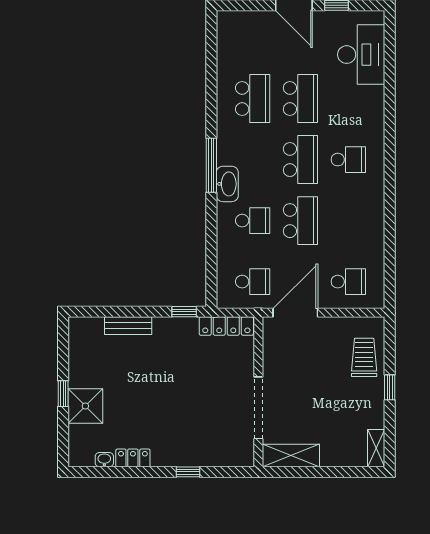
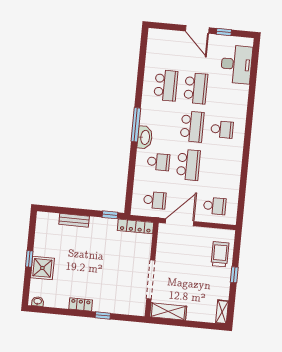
locker: (133, 458) -> (81, 304), moved
washbasin: (104, 460) -> (38, 301), moved

